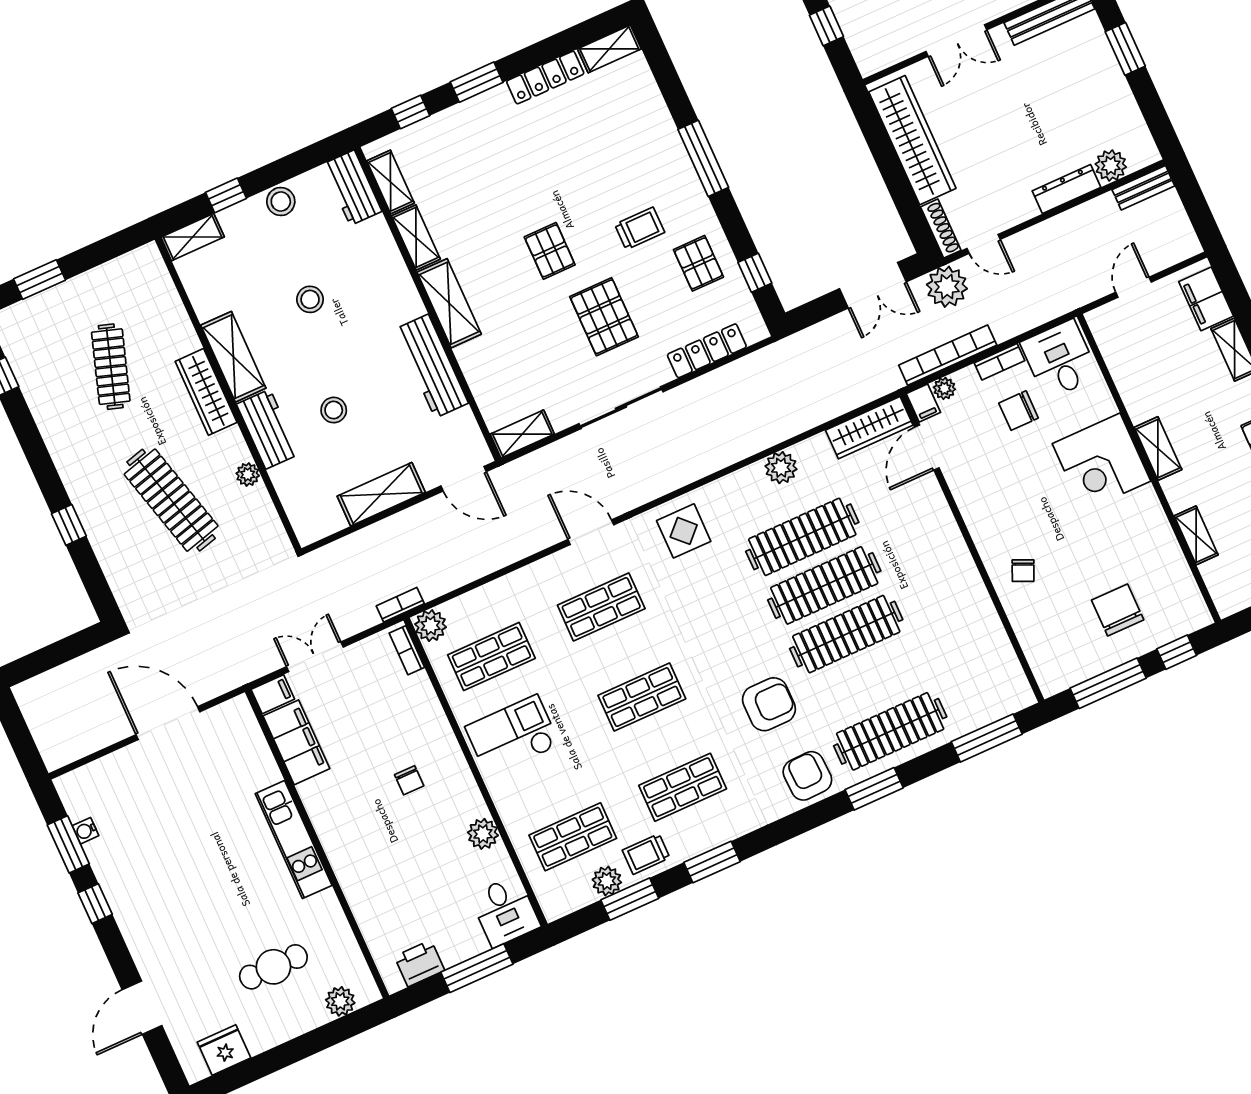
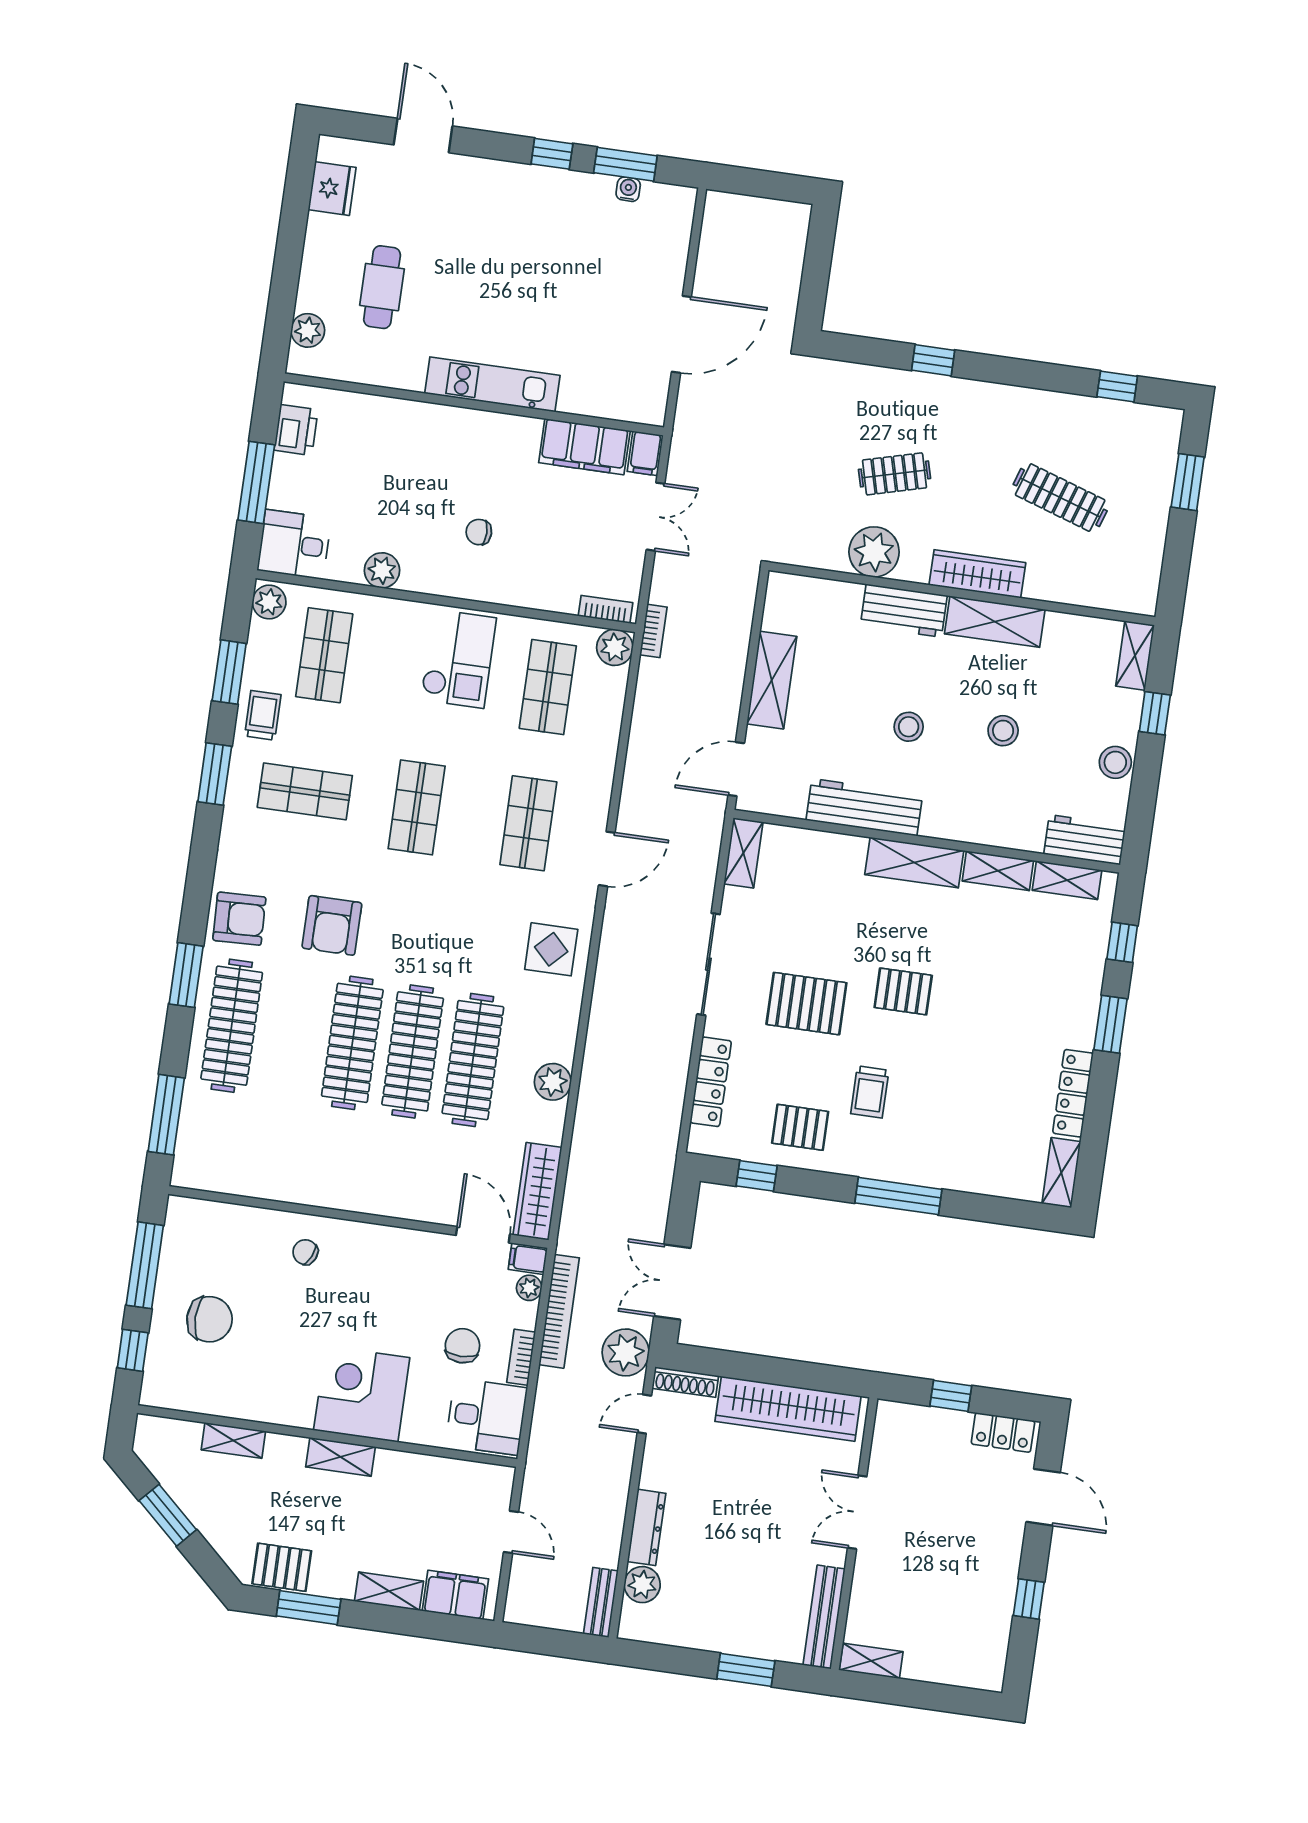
stool: (334, 410) -> (909, 727), moved
plant: (248, 474) -> (874, 552), width x1.88, depth x1.88
clothes rail: (171, 500) -> (894, 474), width x0.54, depth x0.76
shop shelf: (683, 787) -> (305, 791), turned 90
plant: (607, 881) -> (269, 602), moved

